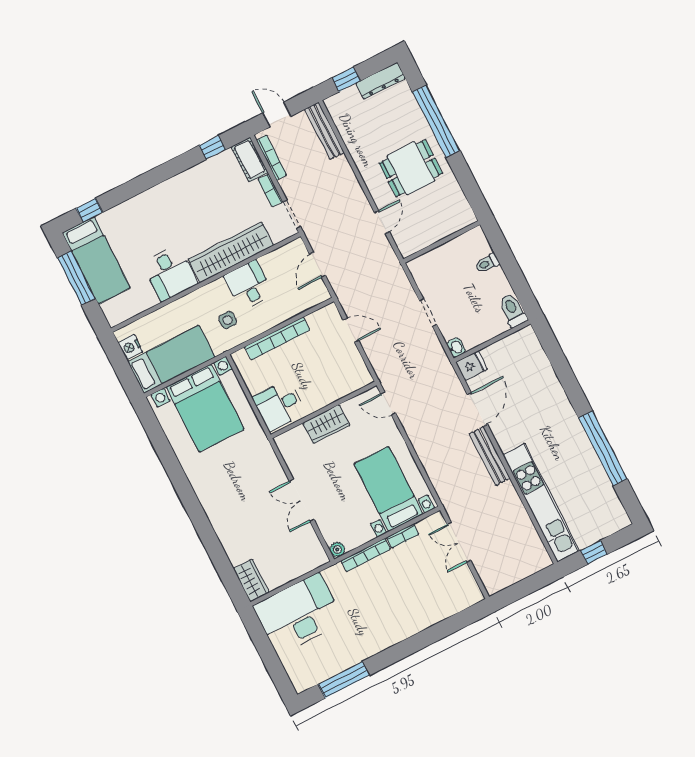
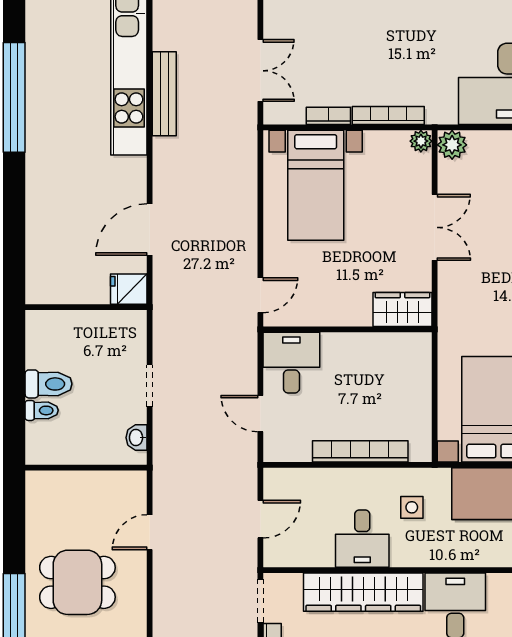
toilet: (513, 310) -> (49, 384), moved, turned -90
washbasin: (456, 347) -> (137, 438), moved
door: (388, 404) -> (260, 295), hinge flipped
desk: (279, 405) -> (291, 363), moved, turned -90
wardrobe: (326, 424) -> (402, 310), moved
bench: (490, 456) -> (164, 94), moved
plant: (317, 557) -> (452, 145), added

